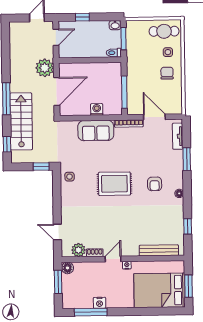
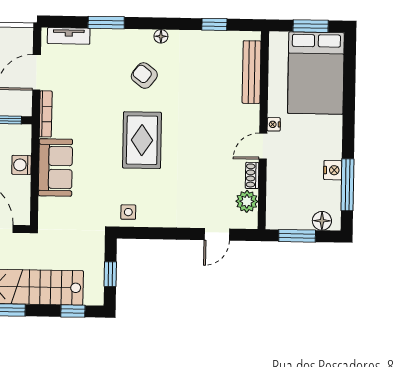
window: (41, 166) -> (110, 274), moved
armchair: (155, 184) -> (144, 76), turned -142
door: (113, 259) -> (263, 146), hinge flipped
floor lamp: (67, 268) -> (322, 221), moved

